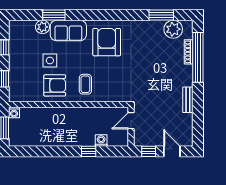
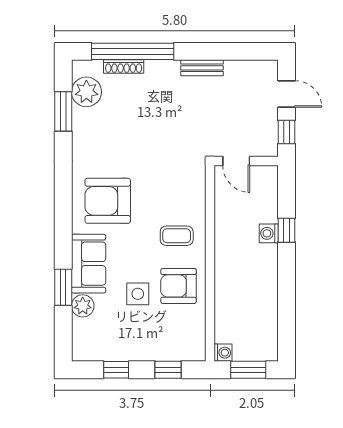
armchair: (55, 85) -> (178, 286), turned -90
washing machine: (101, 140) -> (269, 233), moved
door: (172, 151) -> (287, 94), swing flipped

